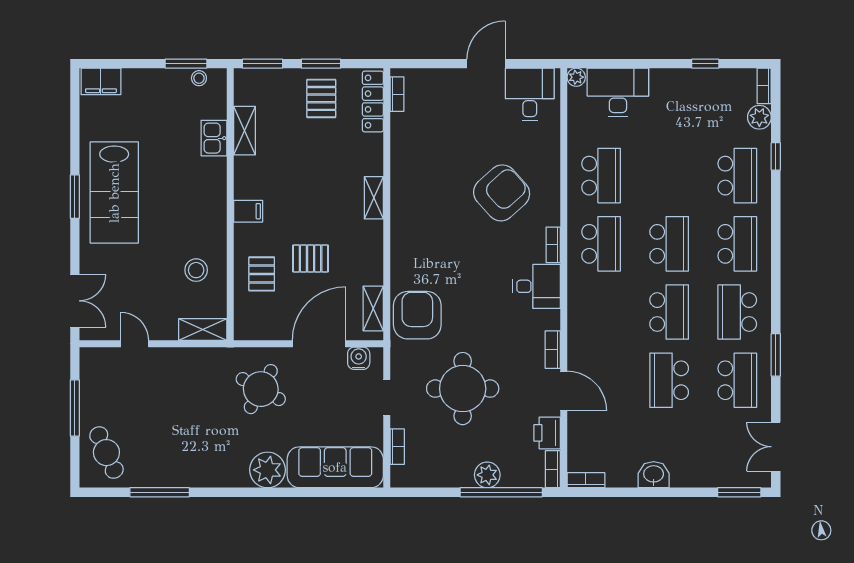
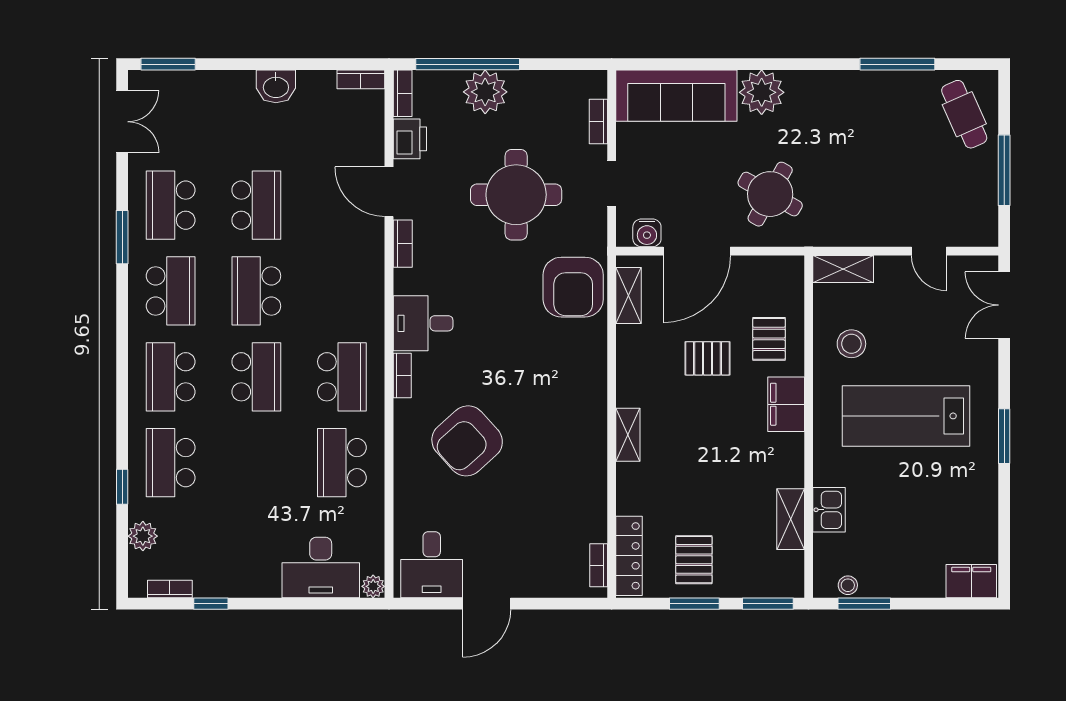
bookcase: (764, 86) -> (170, 589), moved, turned -90
lab bench: (114, 193) -> (906, 416), moved, turned -90
filing cabinet: (248, 211) -> (786, 404), width x2.00
school desk: (601, 244) -> (342, 377), turned 180
school desk: (669, 244) -> (256, 377), turned 180
plant: (487, 475) -> (485, 92), width x1.36, depth x1.36

